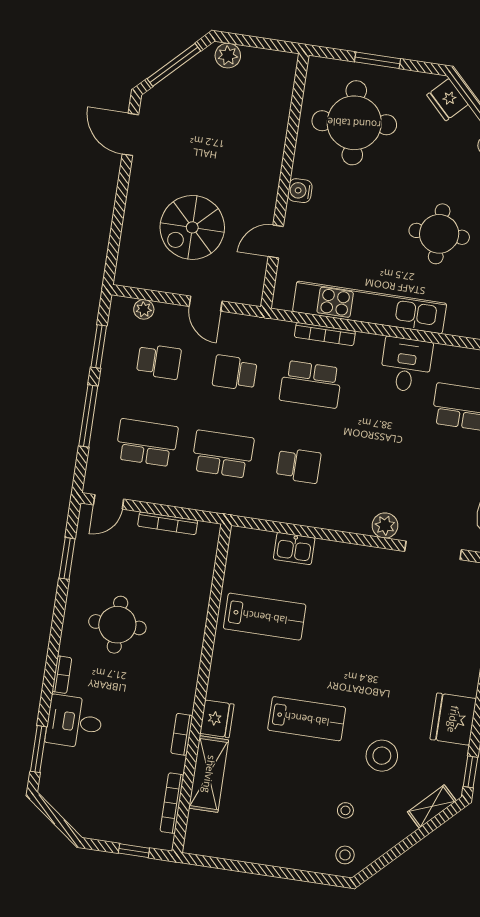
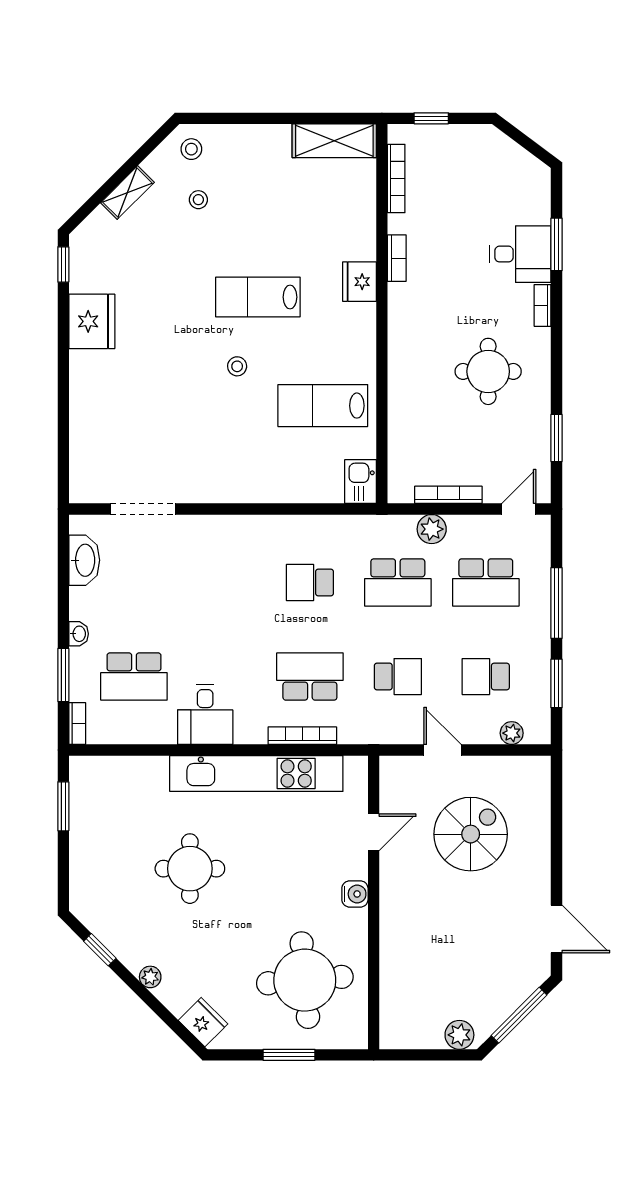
plant: (385, 525) -> (432, 529), moved
kitchen sink: (294, 549) -> (361, 482), moved, turned -90
window: (39, 749) -> (556, 244), moved
stool: (382, 756) -> (237, 366), moved, width x0.53, depth x0.53
shelving: (209, 774) -> (334, 141), moved, turned 90
shelving: (432, 806) -> (127, 193), moved

